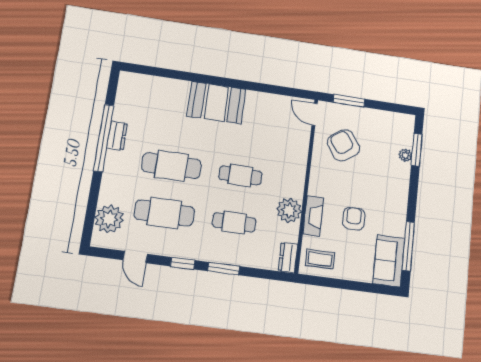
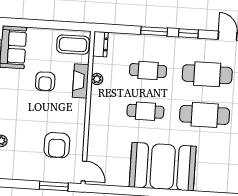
booth: (216, 103) -> (163, 167), width x1.36, depth x1.42
armchair: (343, 145) -> (57, 145), turned 36
plant: (289, 210) -> (97, 79), width x0.53, depth x0.53
coffee table: (320, 259) -> (73, 45), width x1.36, depth x1.30

